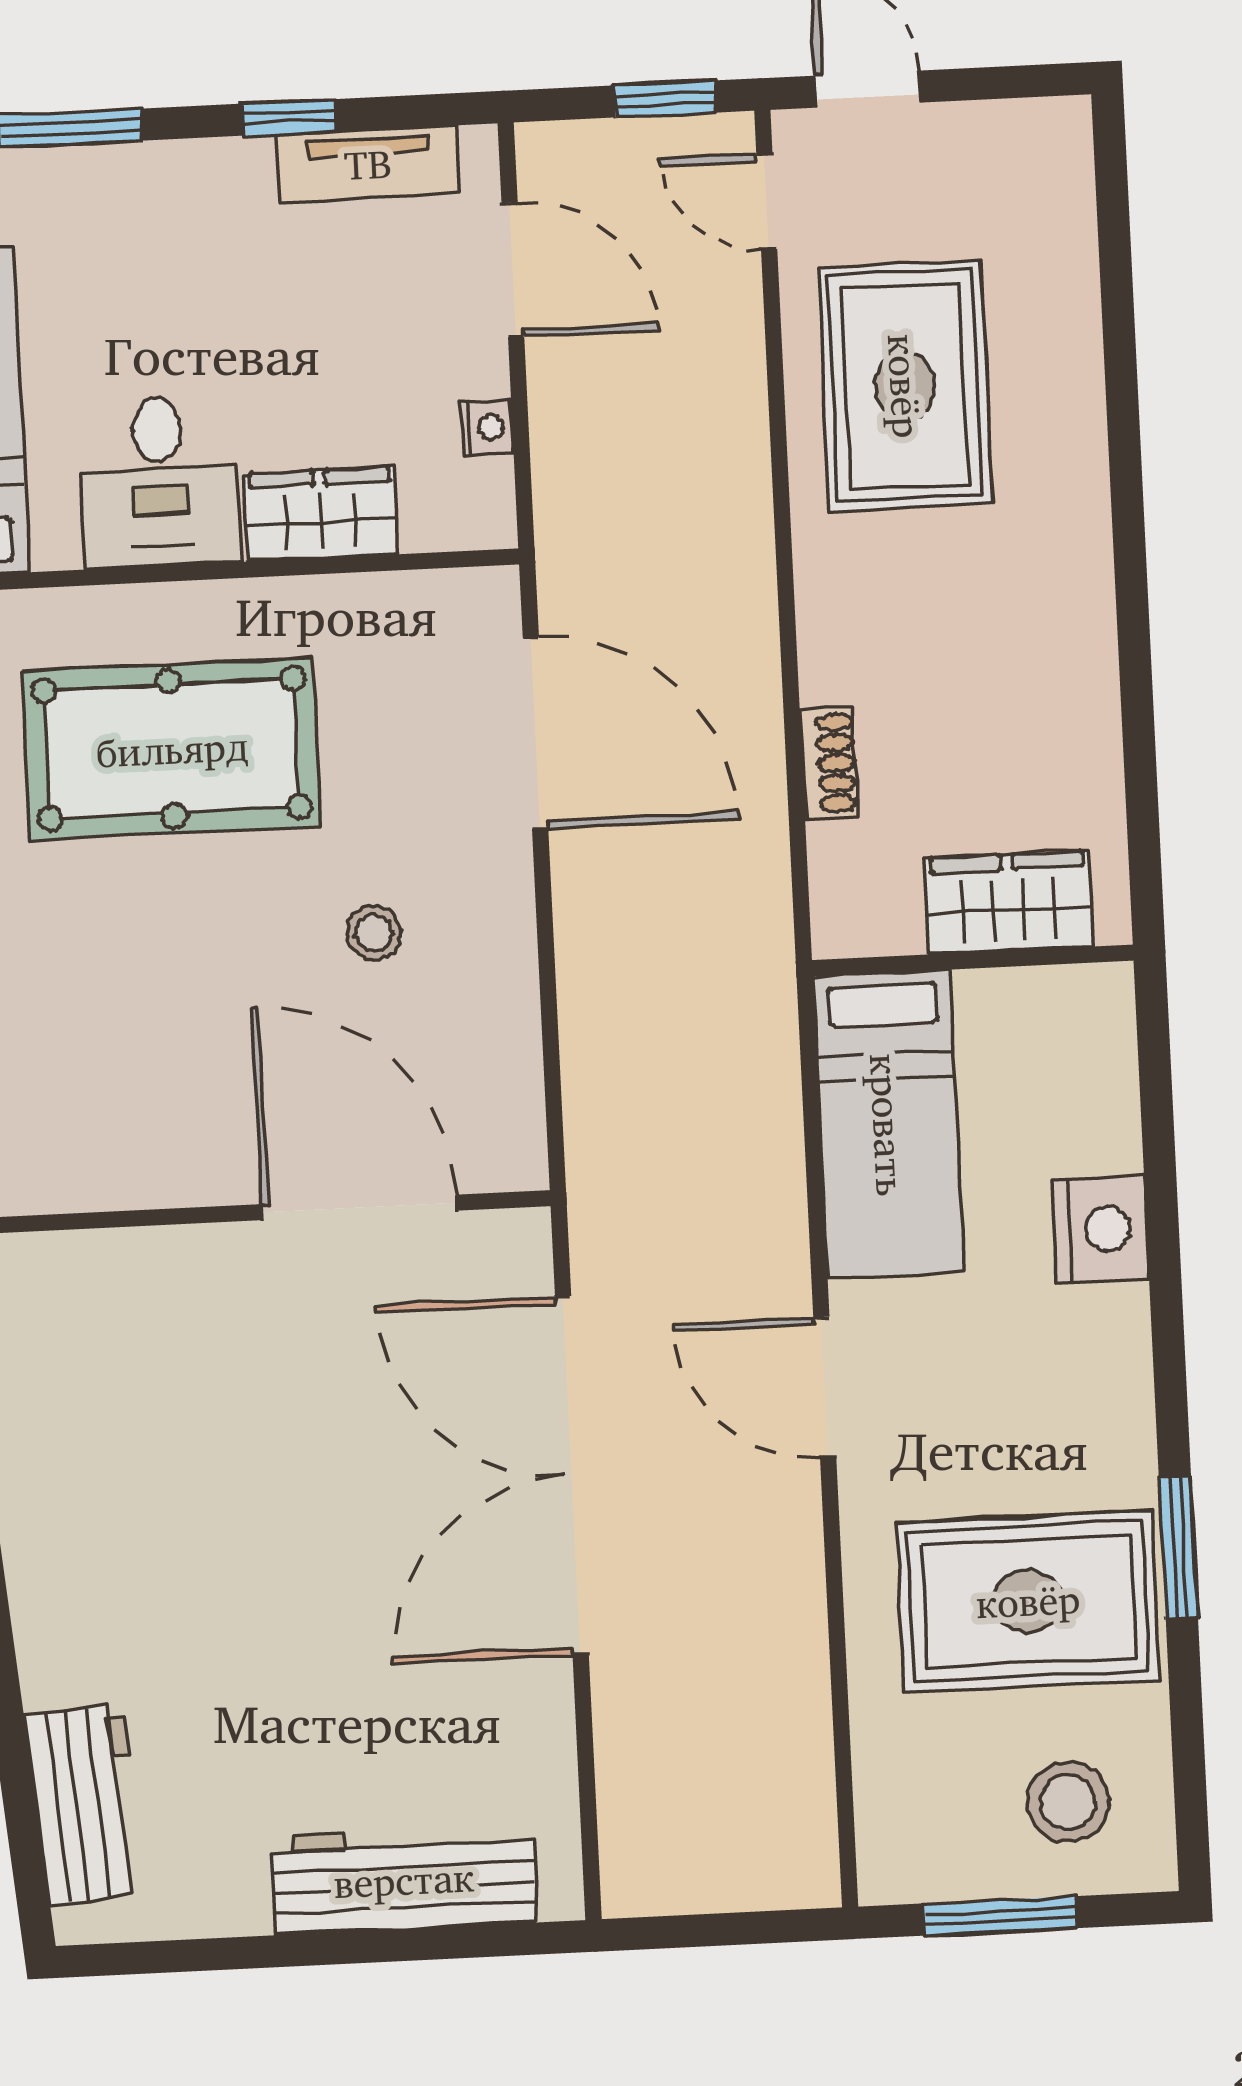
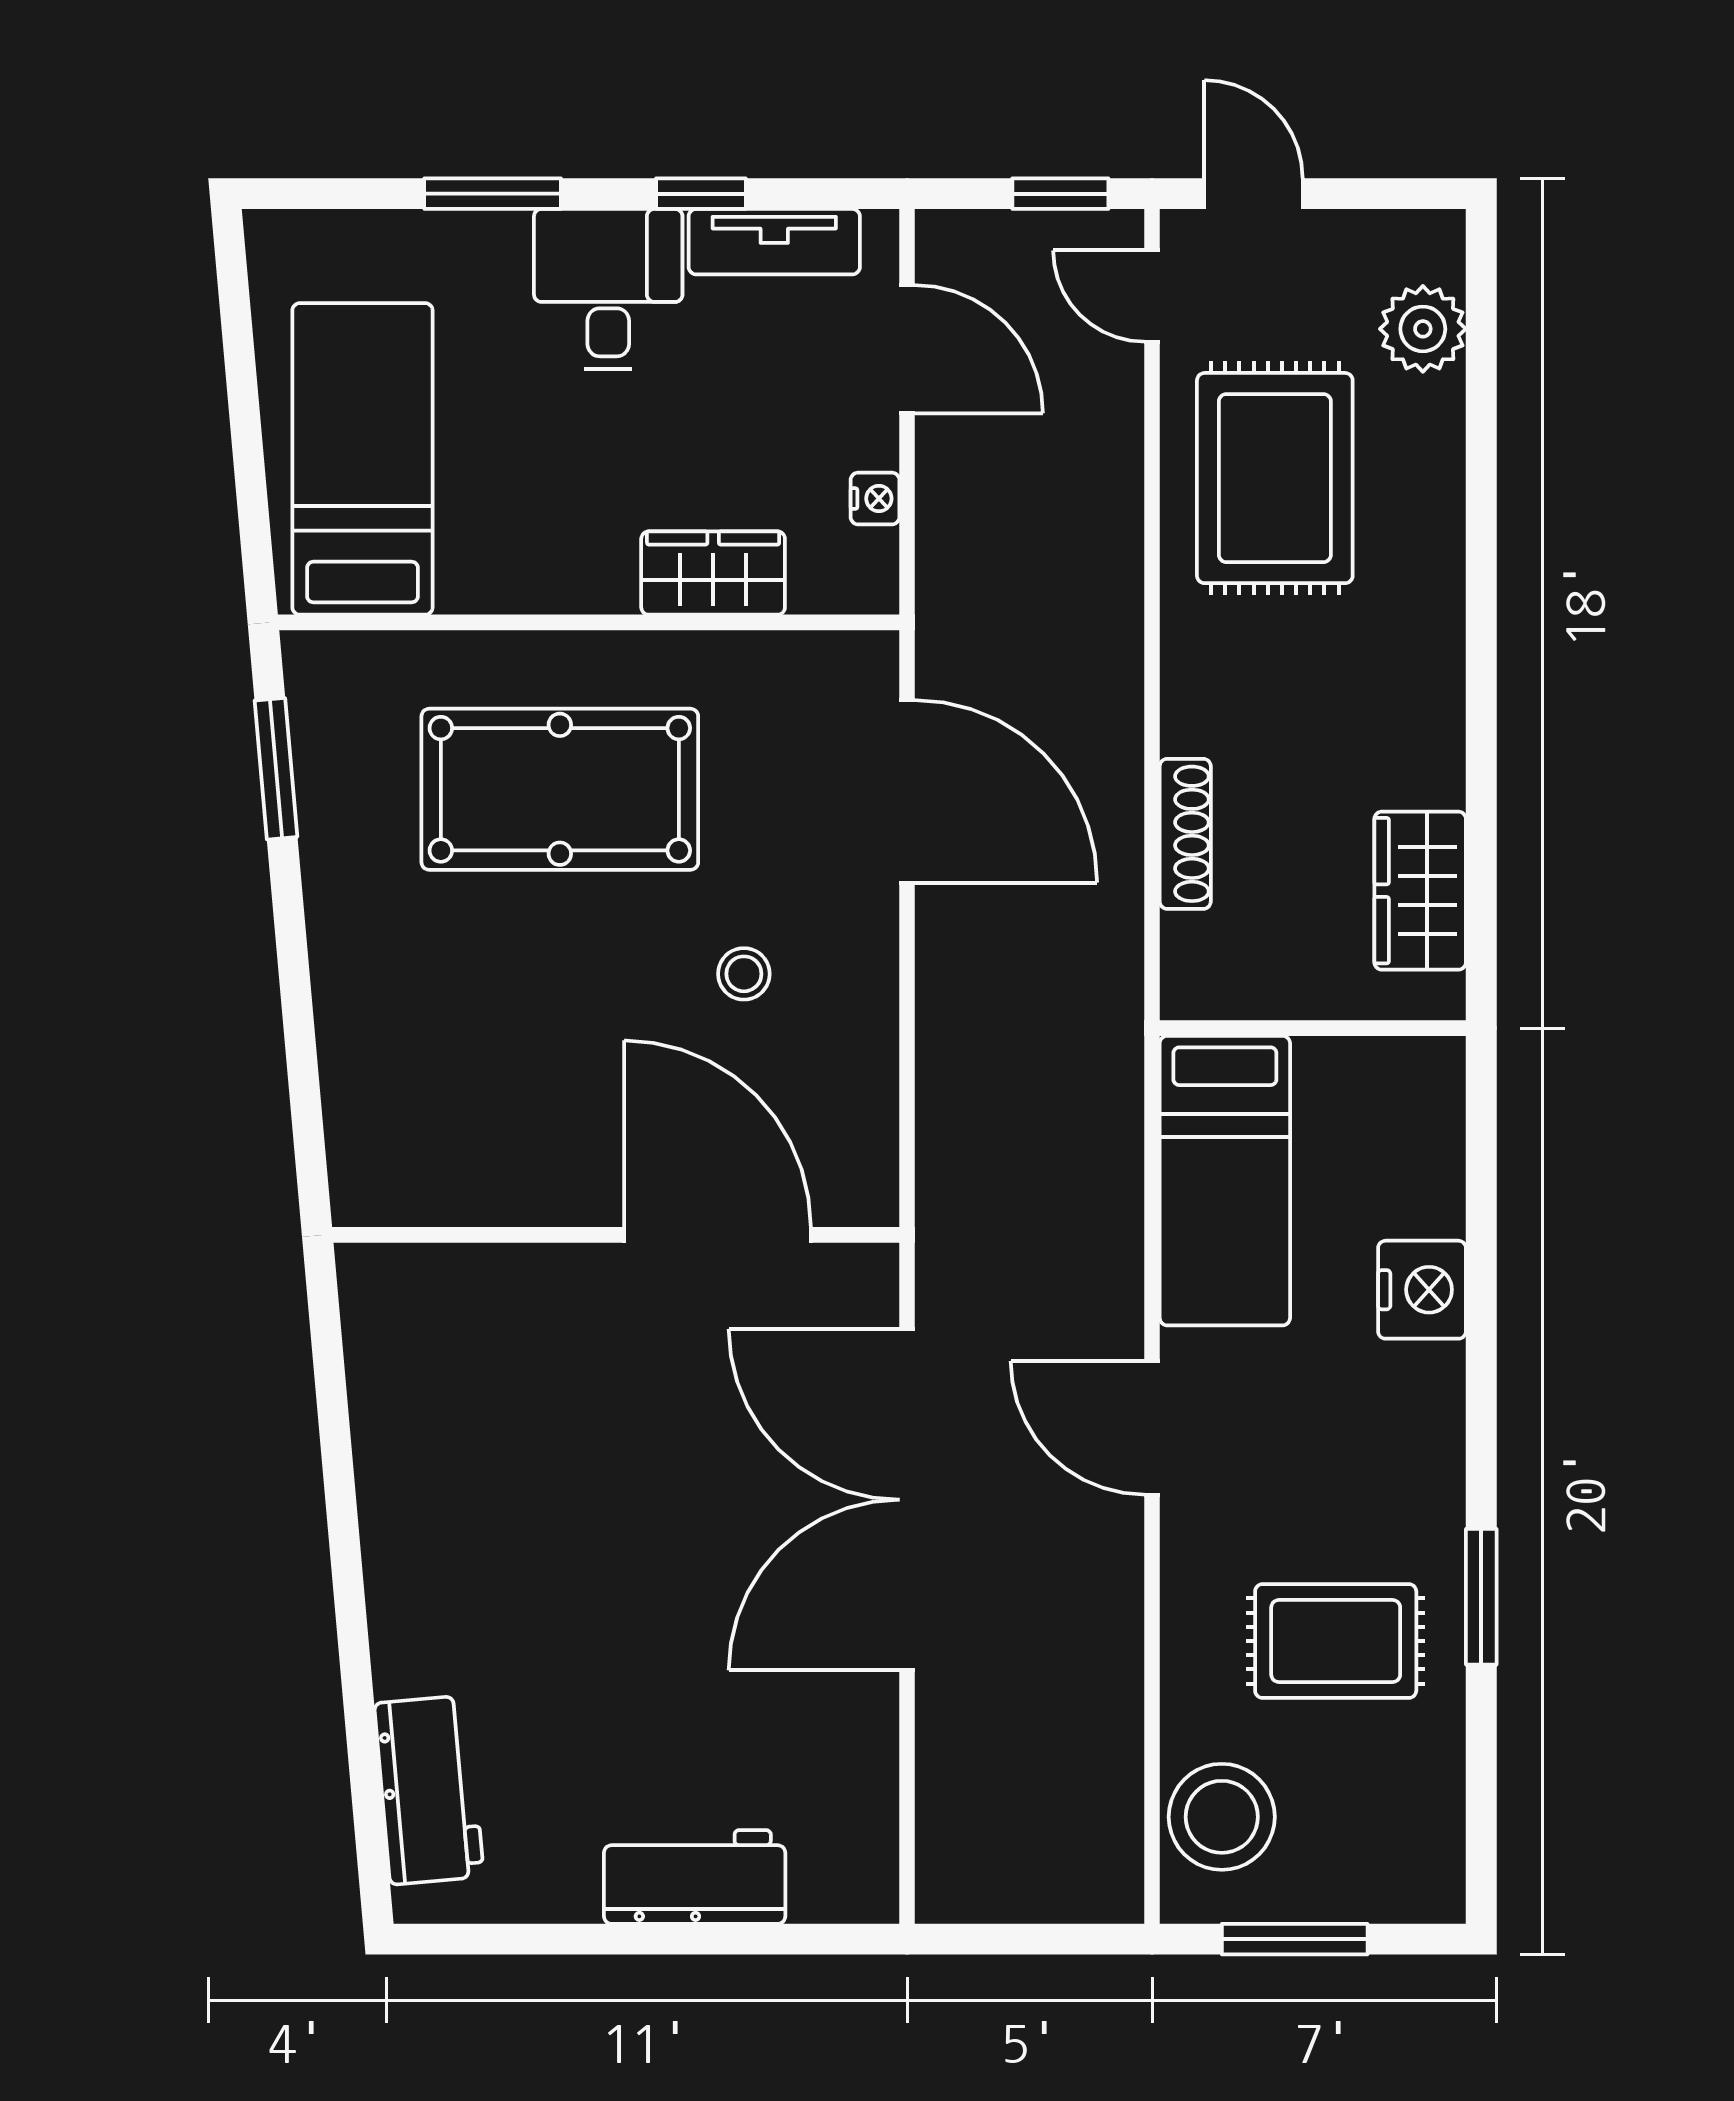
plant: (1052, 222) -> (1423, 329), added
desk: (160, 482) -> (608, 289), moved, turned 180
shoe rack: (829, 763) -> (1185, 834), width x1.43
wardrobe: (1009, 902) -> (1420, 891), moved, turned -90
rug: (1028, 1601) -> (1336, 1641), width x0.73, depth x0.70
stool: (1068, 1802) -> (1222, 1817), moved, width x1.38, depth x1.38
workbench: (404, 1880) -> (695, 1877), width x0.73

